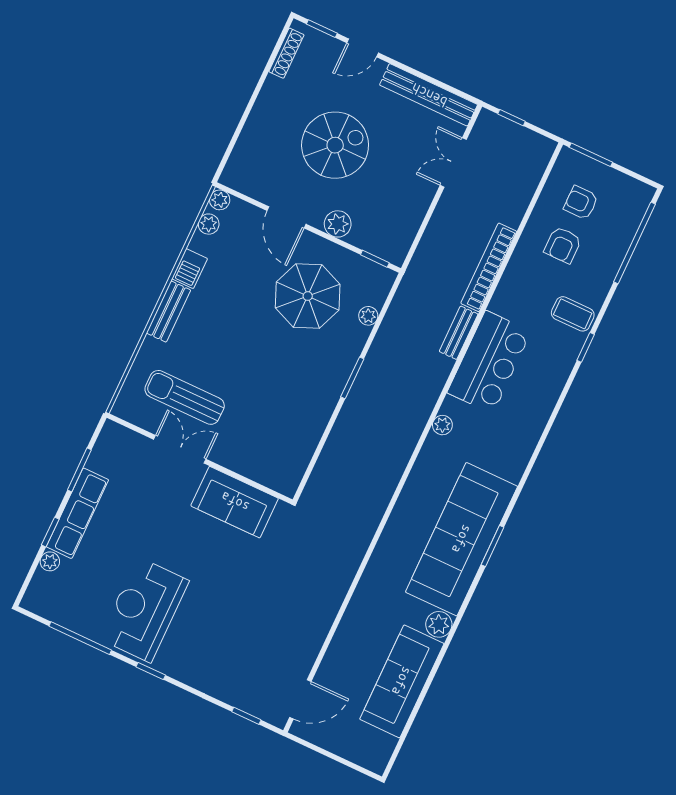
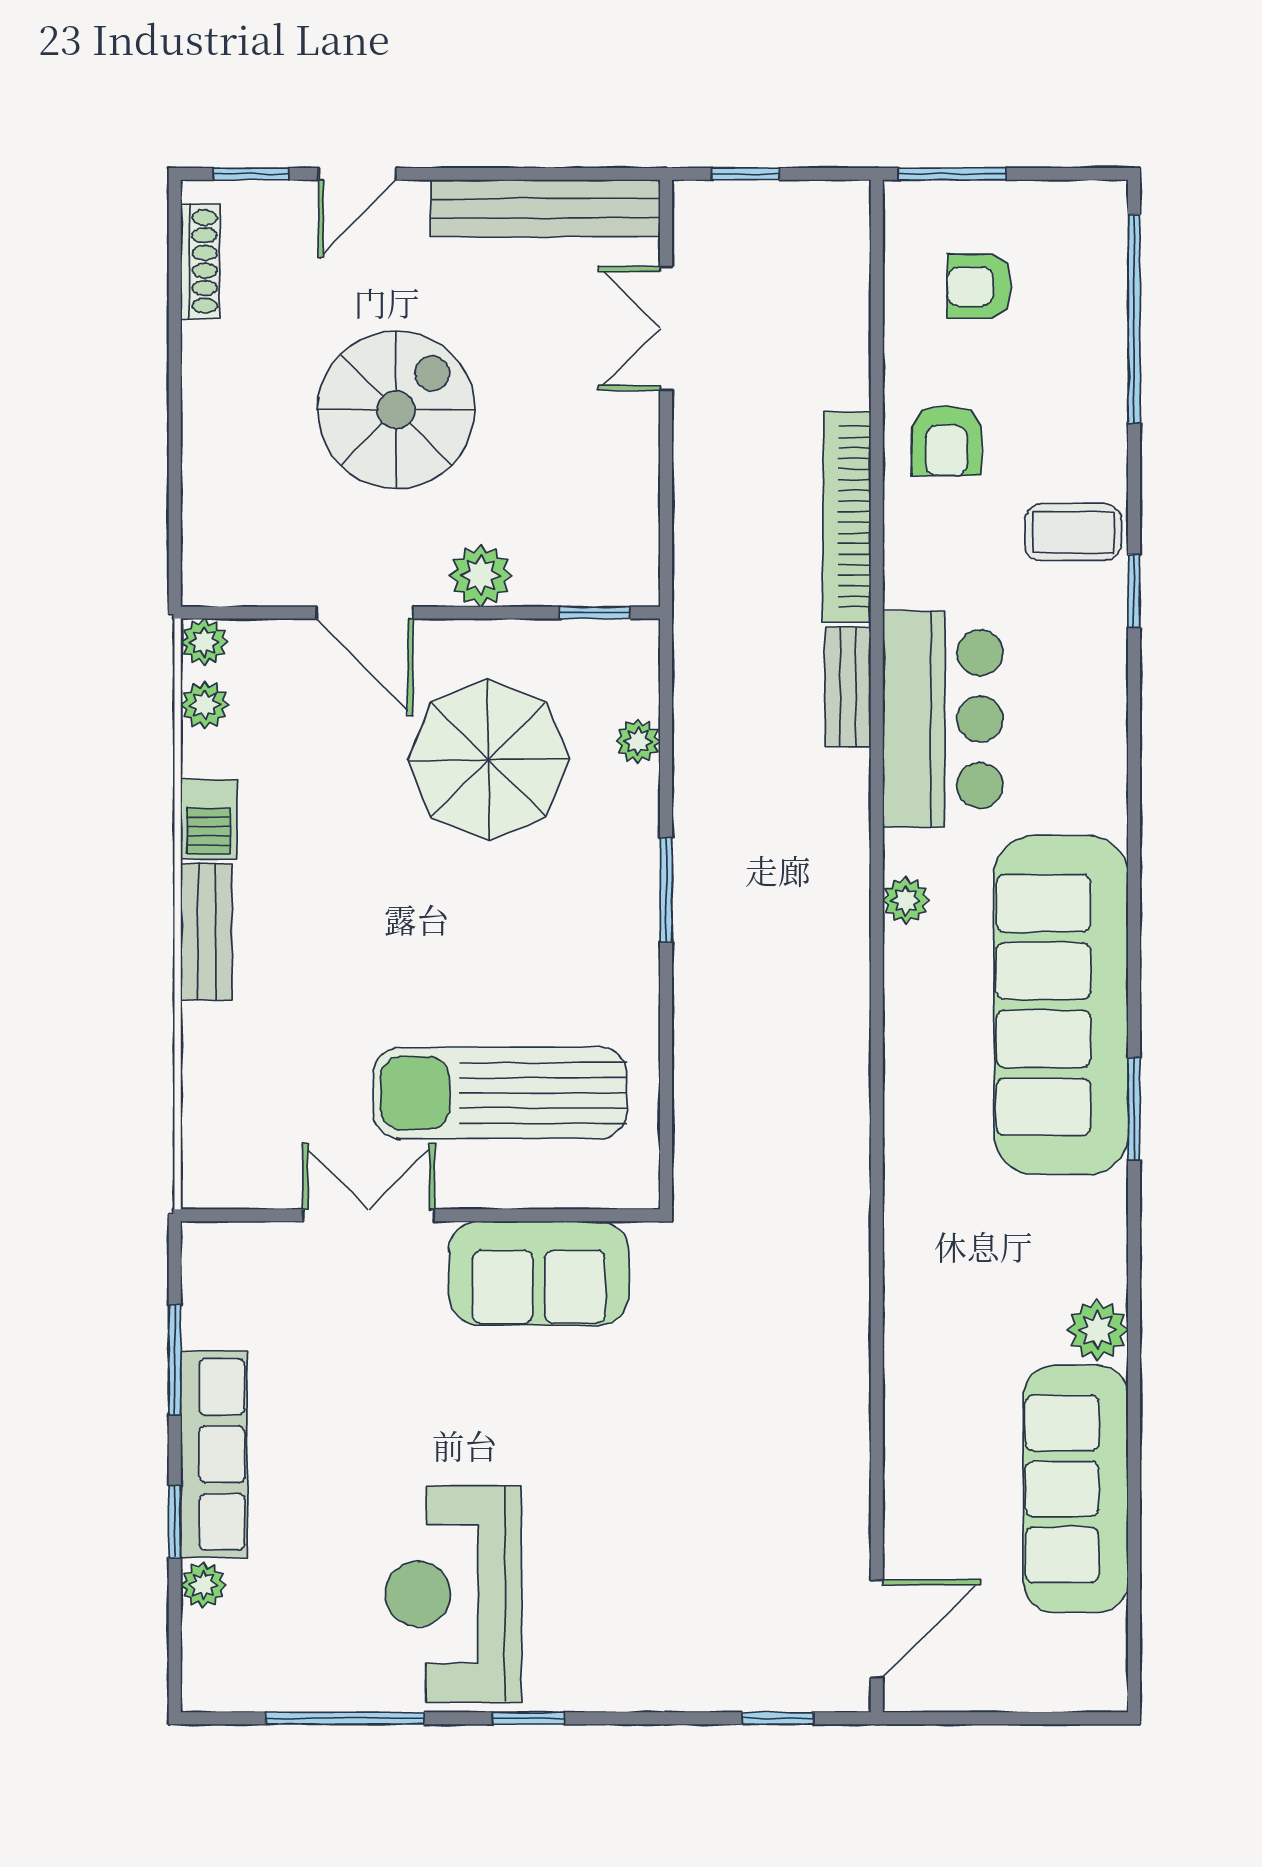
armchair: (563, 245) -> (946, 441), moved
sun lounger: (185, 397) -> (500, 1093), moved, width x1.36, depth x1.34
sofa: (462, 539) -> (1061, 1005), moved

